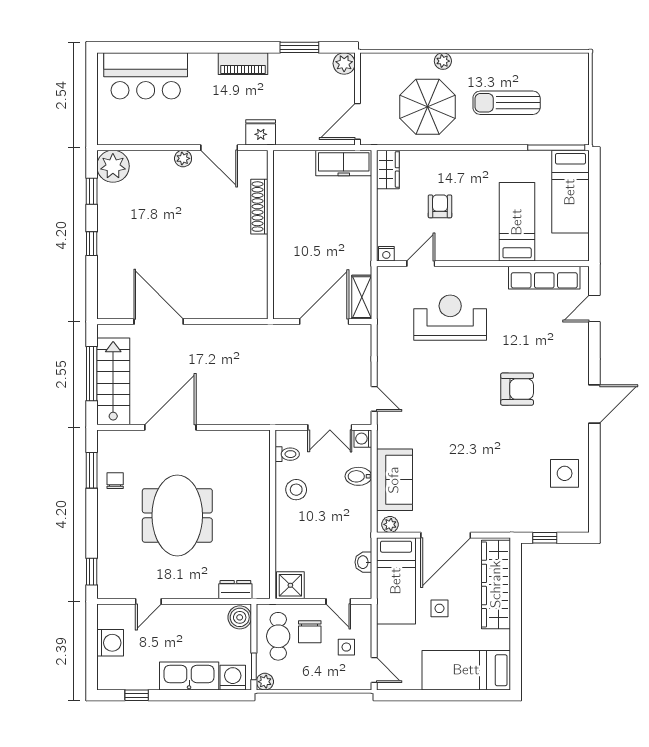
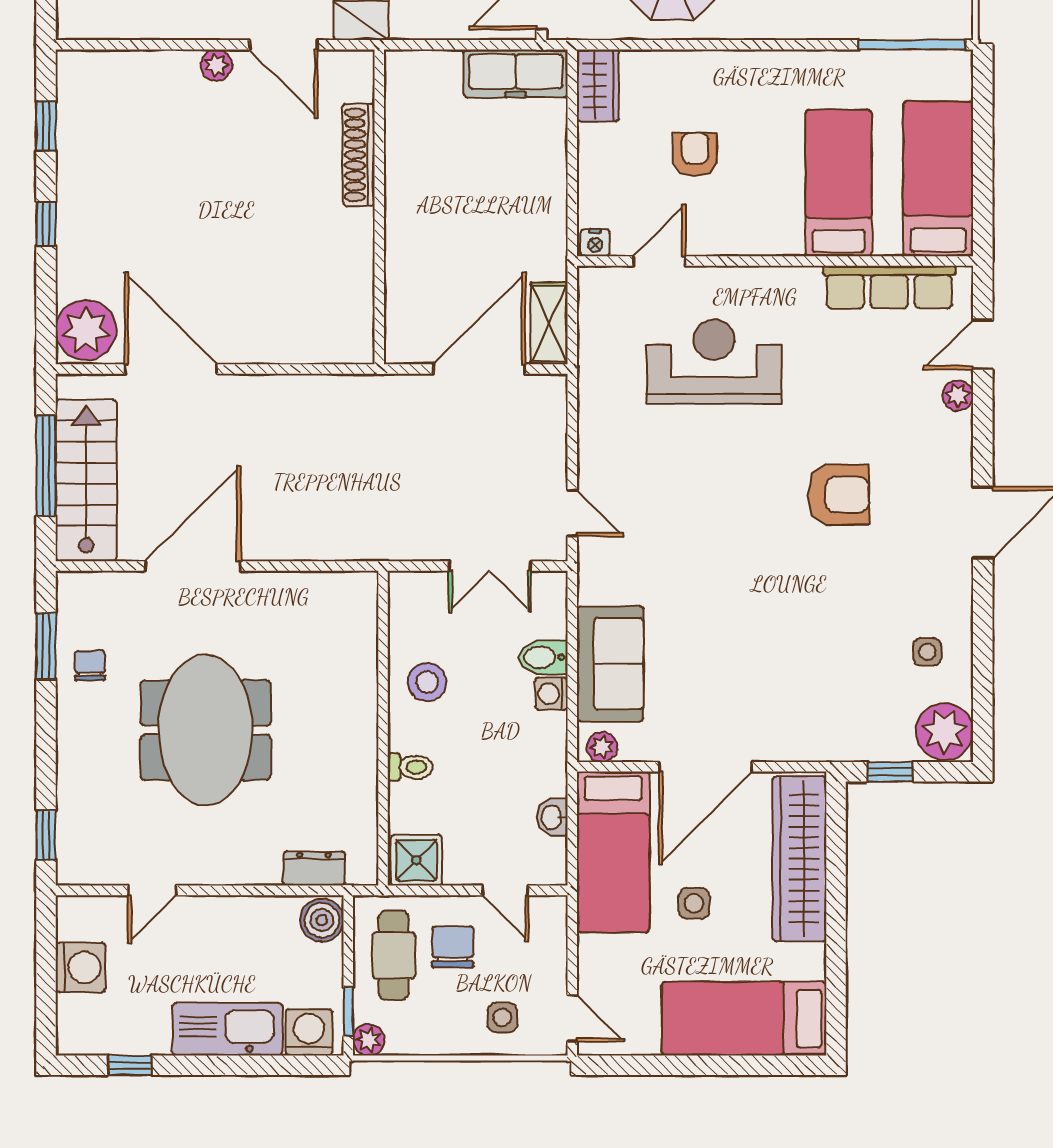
plant: (113, 166) -> (86, 330), moved
bed: (570, 192) -> (938, 179), moved, turned 180
plant: (581, 336) -> (958, 396), added
washing machine: (363, 439) -> (551, 694), moved
toilet: (287, 454) -> (410, 767), moved
side table: (565, 473) -> (927, 652), width x0.54, depth x0.54
plant: (574, 516) -> (944, 731), added
chair: (310, 632) -> (453, 947), turned 180
side table: (346, 647) -> (502, 1018), moved

